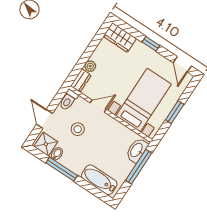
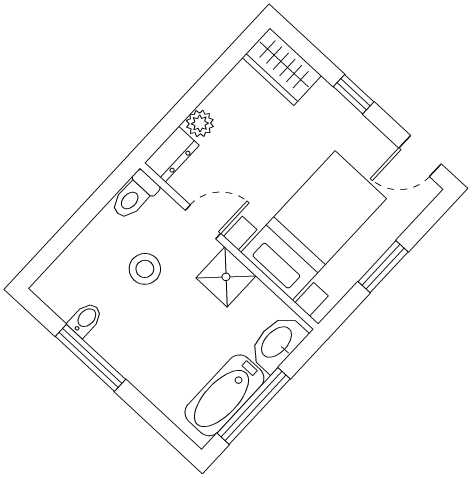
door: (182, 64) -> (420, 156), hinge flipped
door: (44, 119) -> (70, 231), removed
shower: (46, 144) -> (226, 277), moved
window: (139, 167) -> (254, 406), moved
bathtub: (99, 180) -> (224, 395), moved, turned -90

